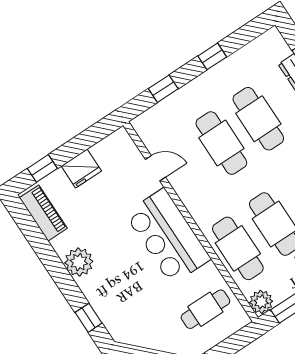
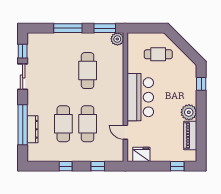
fridge: (81, 168) -> (141, 154), moved
piano: (43, 213) -> (190, 135), moved
cafe table: (238, 248) -> (112, 71), removed
cafe table: (205, 309) -> (158, 54), moved

